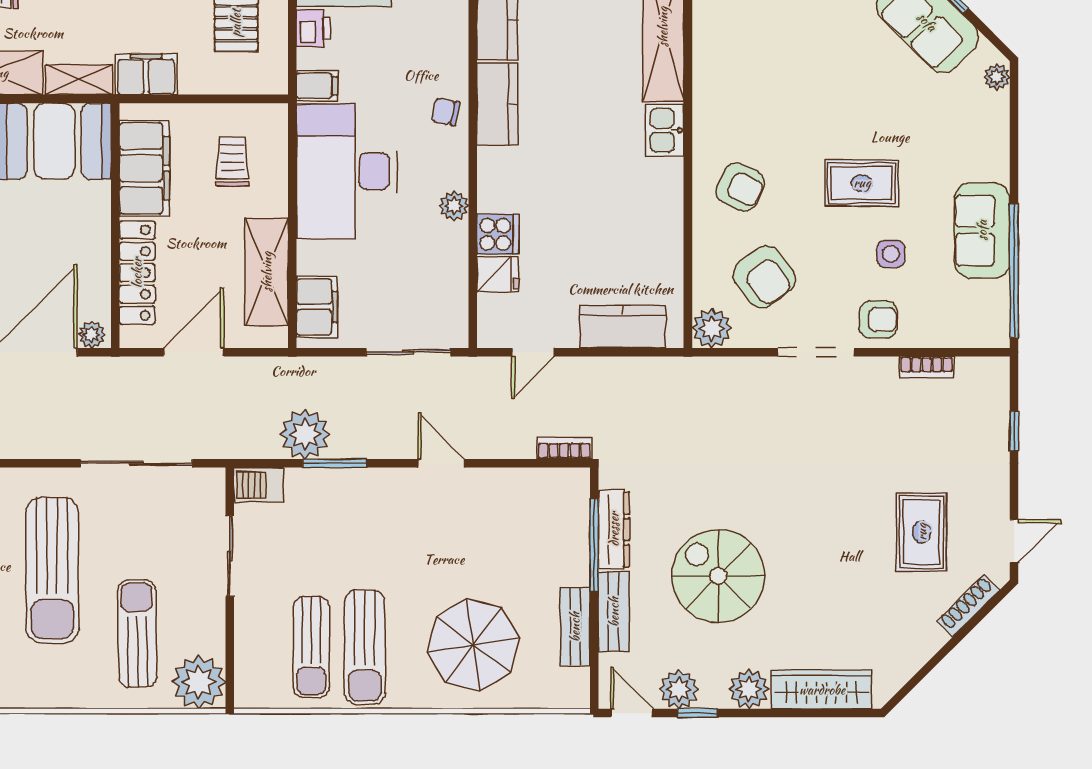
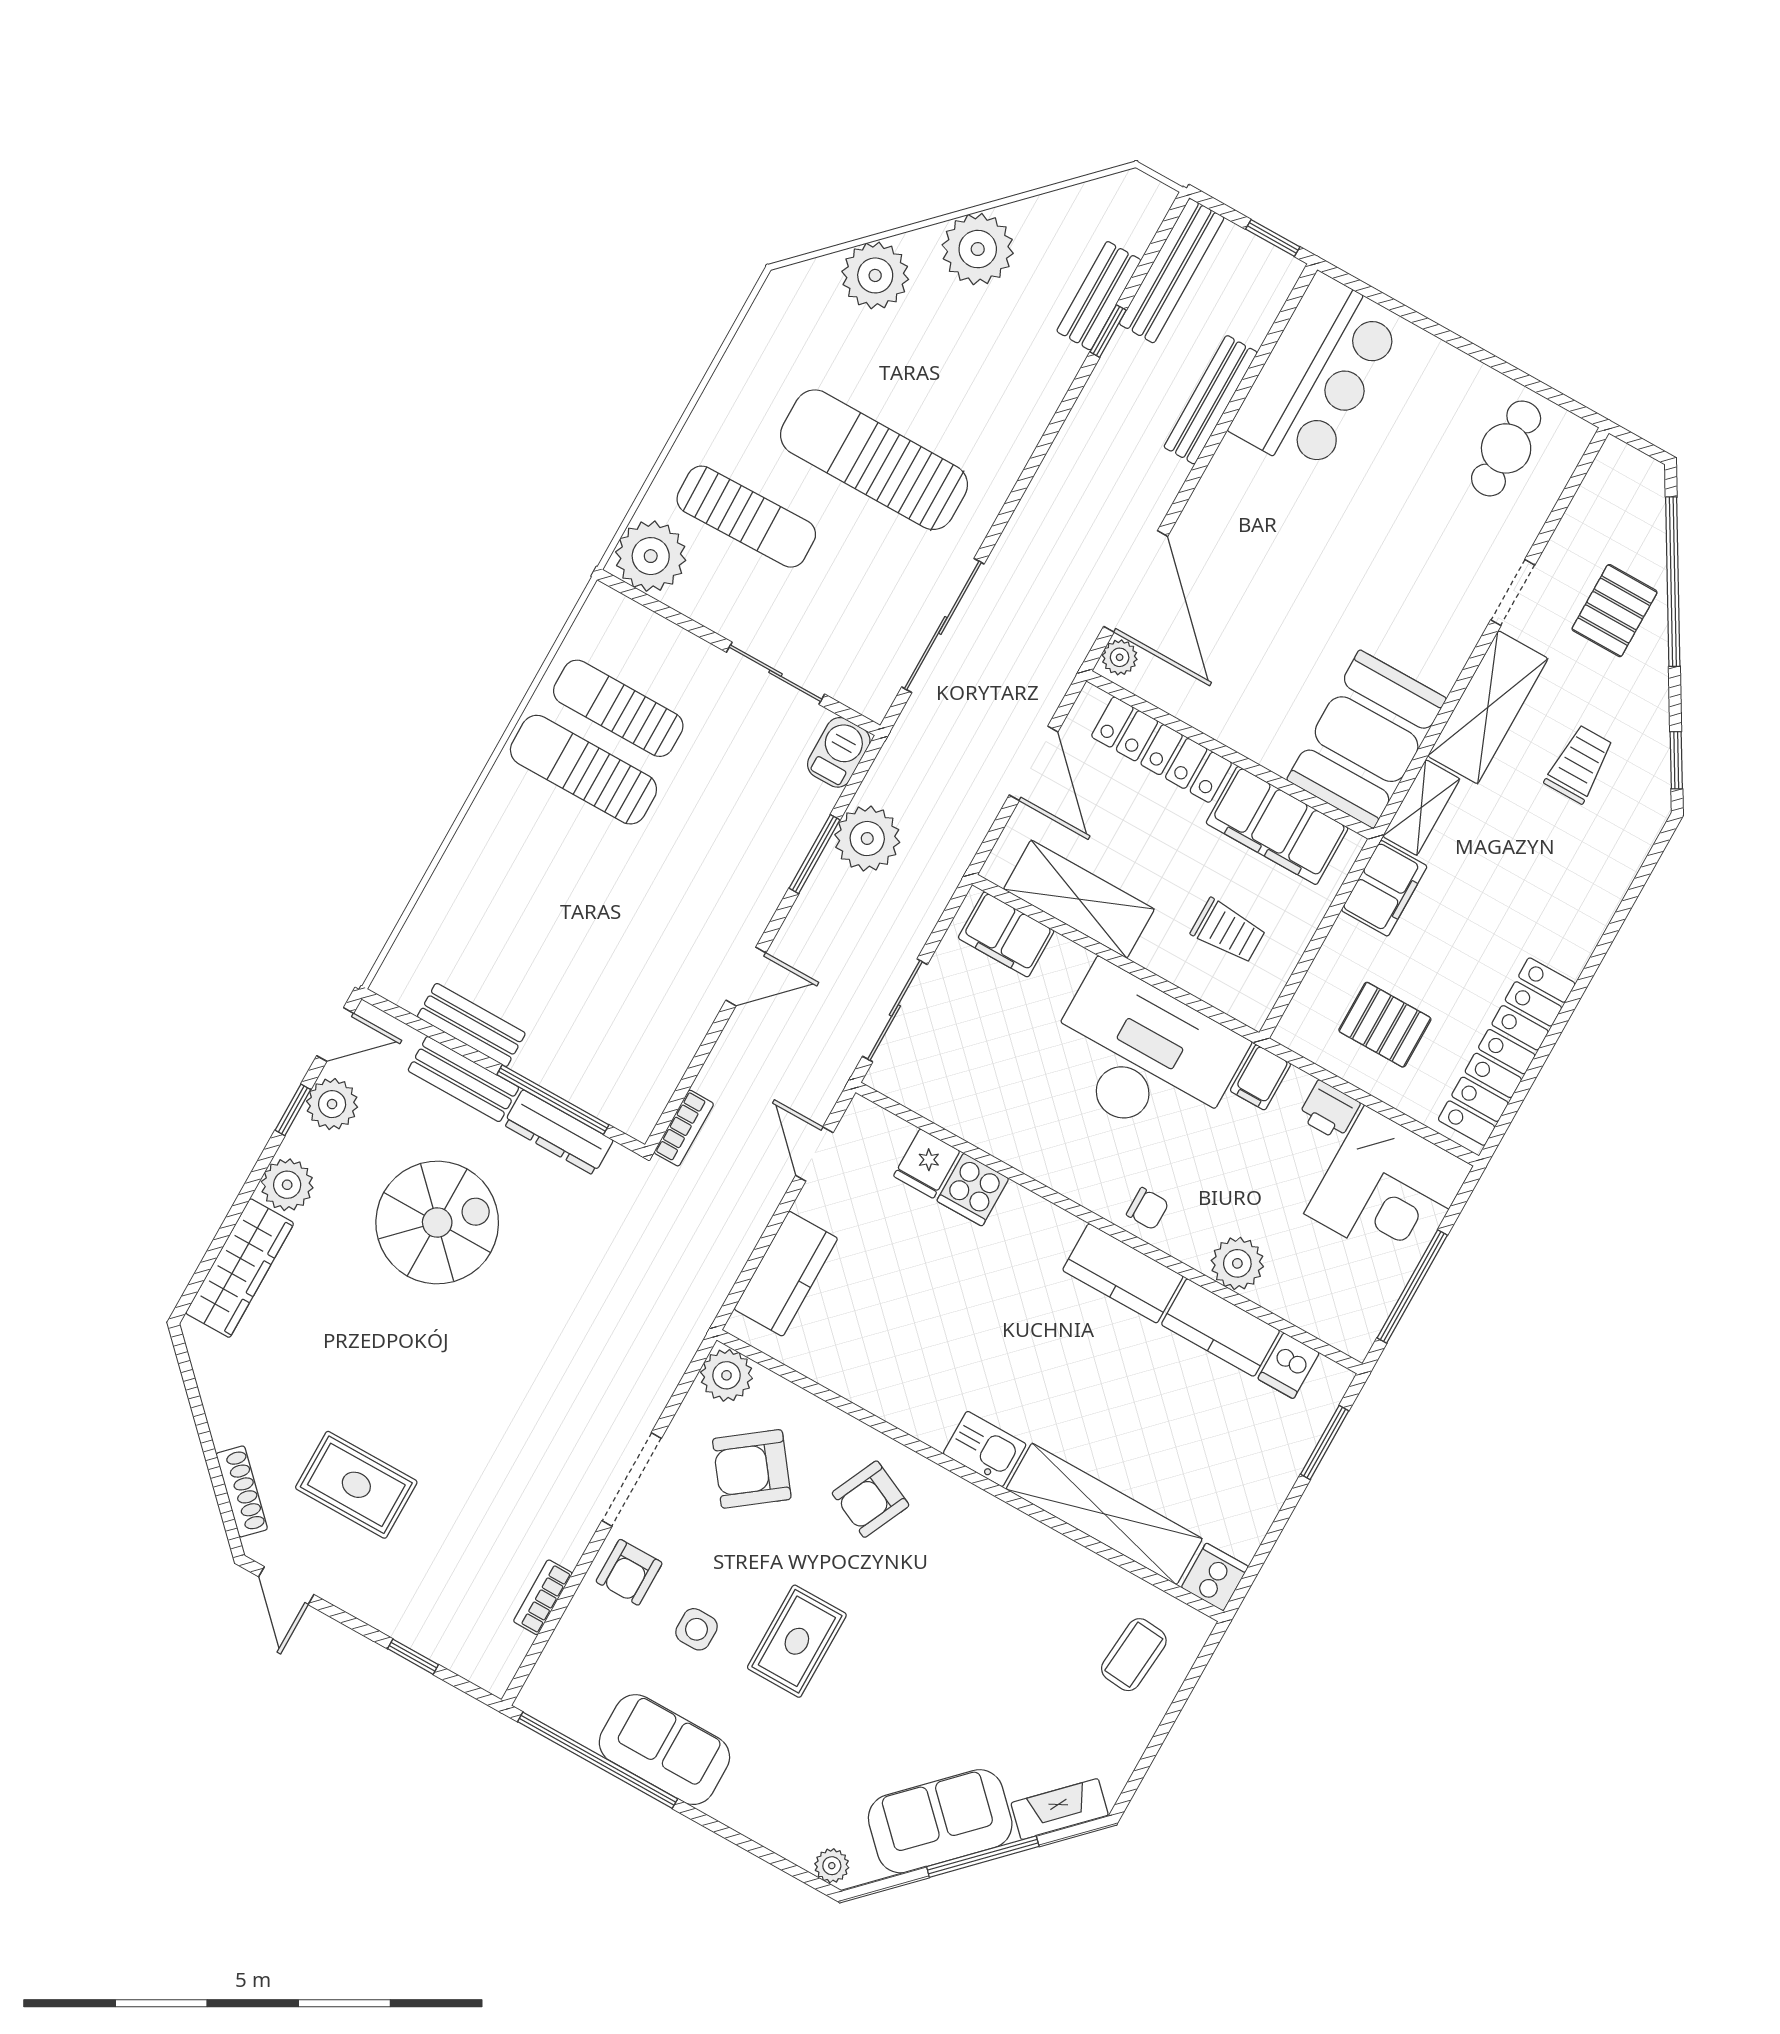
chair: (446, 112) -> (1148, 1209), turned 78
plant: (454, 206) -> (1237, 1263), moved, width x1.38, depth x1.38
parasol: (473, 645) -> (516, 896), removed

